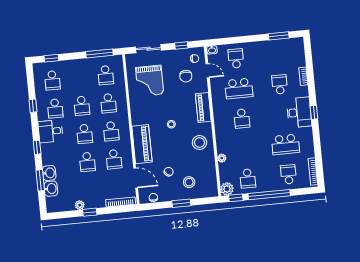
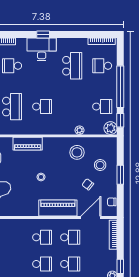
school desk: (108, 103) -> (14, 237), removed
school desk: (82, 106) -> (14, 264), removed
stool: (199, 143) -> (77, 152), moved

